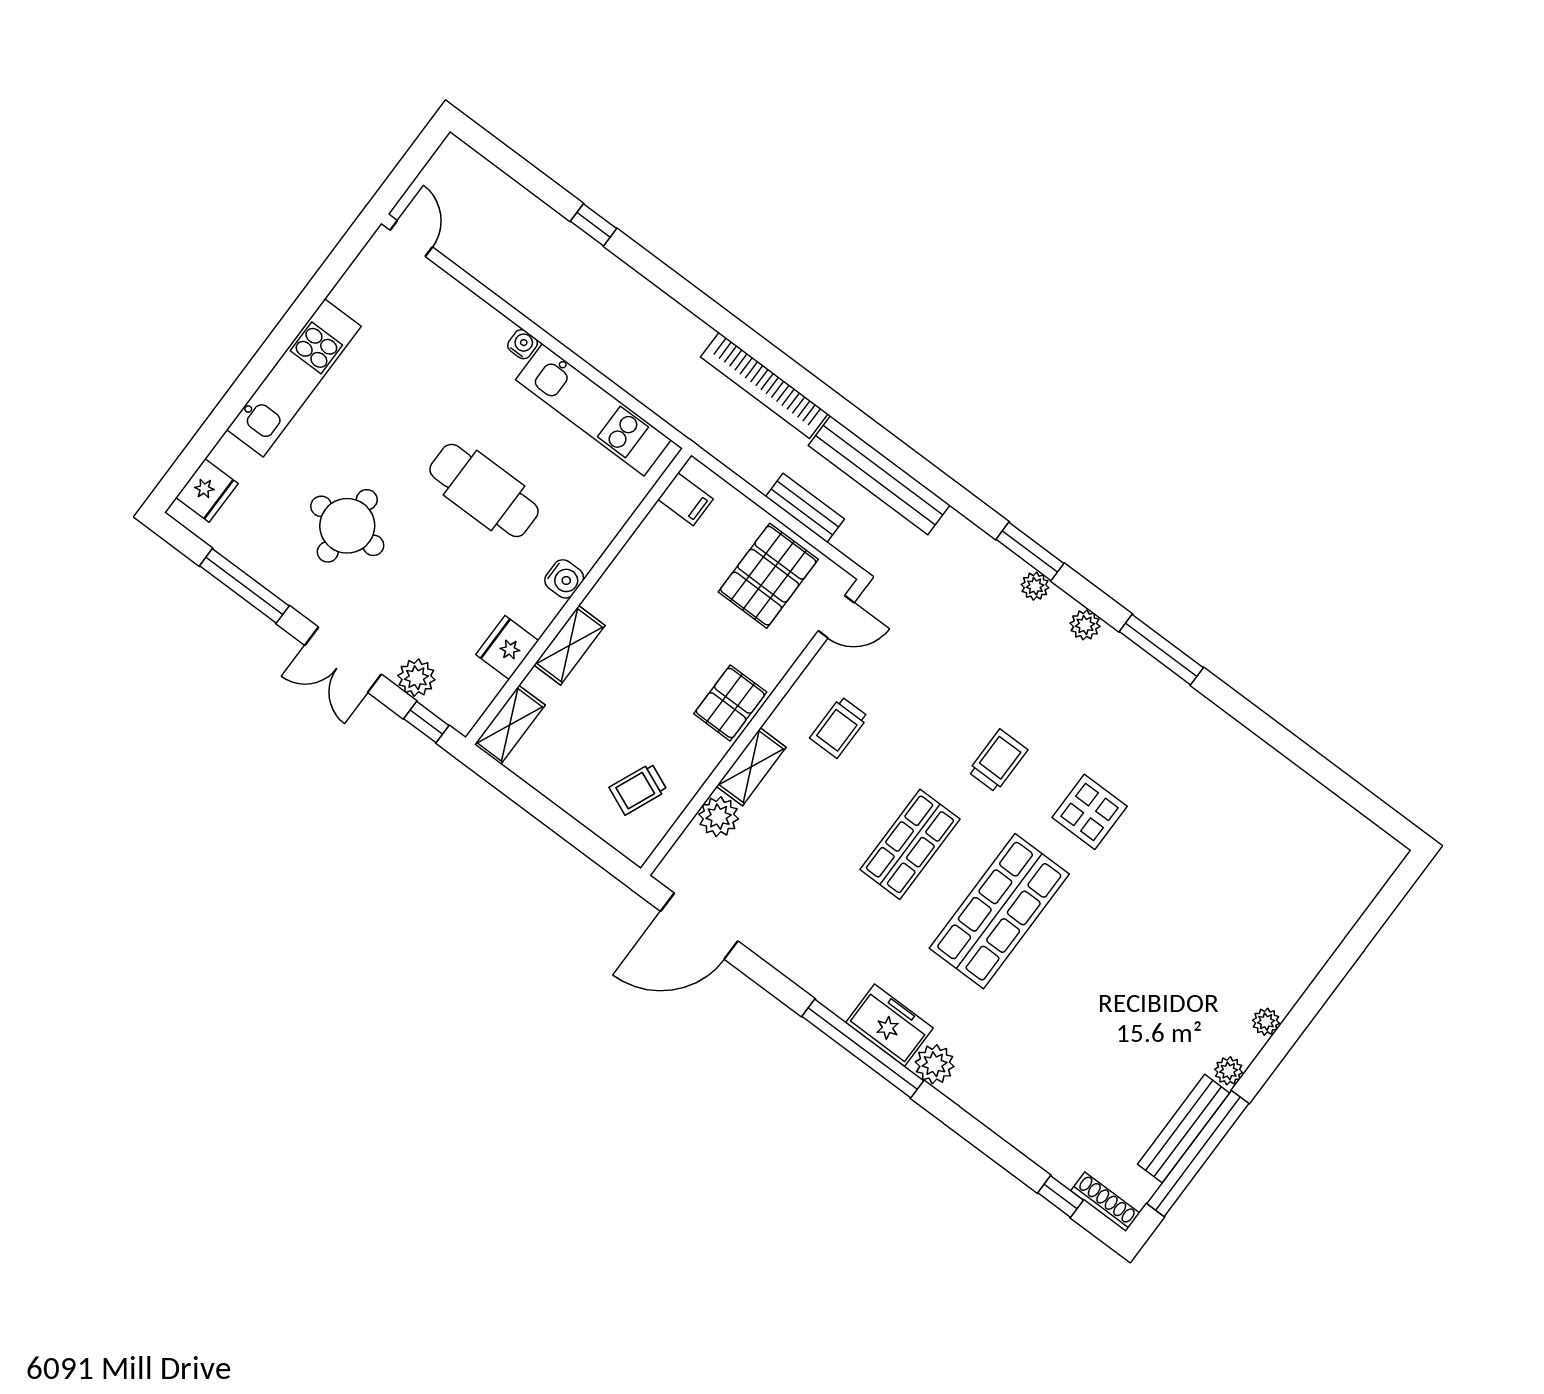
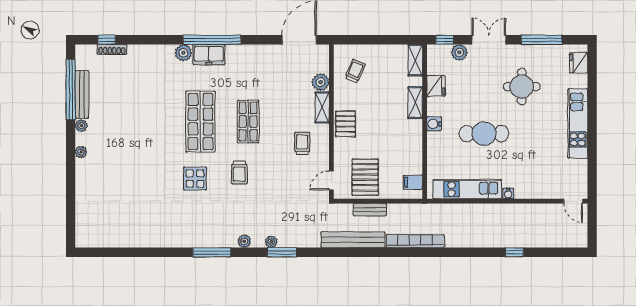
shoe rack: (1105, 1202) -> (112, 49), moved

